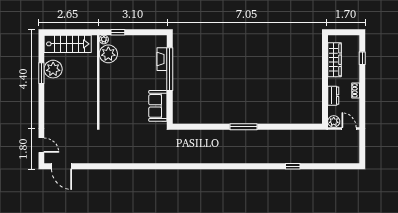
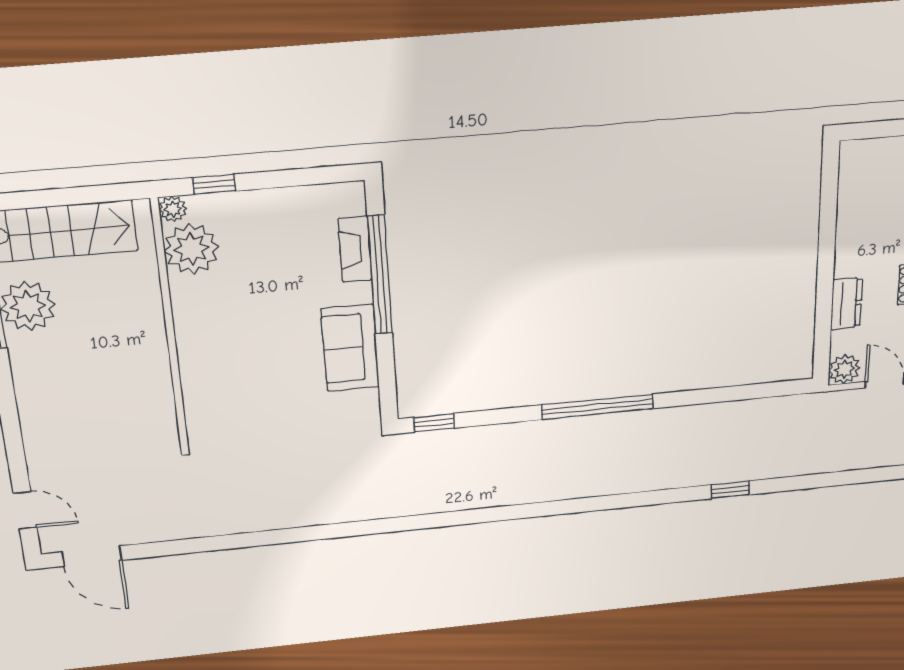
wardrobe: (334, 60) -> (855, 208), removed
sofa: (158, 106) -> (350, 348), moved
window: (185, 127) -> (434, 423), added
window: (244, 127) -> (597, 407), width x1.46

